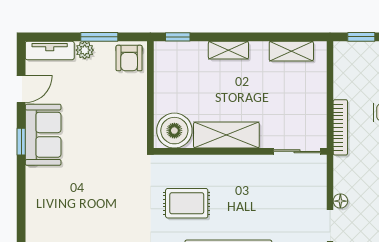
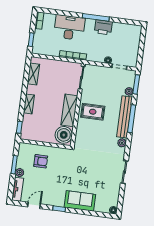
armchair: (129, 58) -> (41, 161), moved
door: (21, 89) -> (34, 205), hinge flipped
sofa: (43, 135) -> (80, 201), moved
rug: (187, 203) -> (93, 112), moved, turned 90

